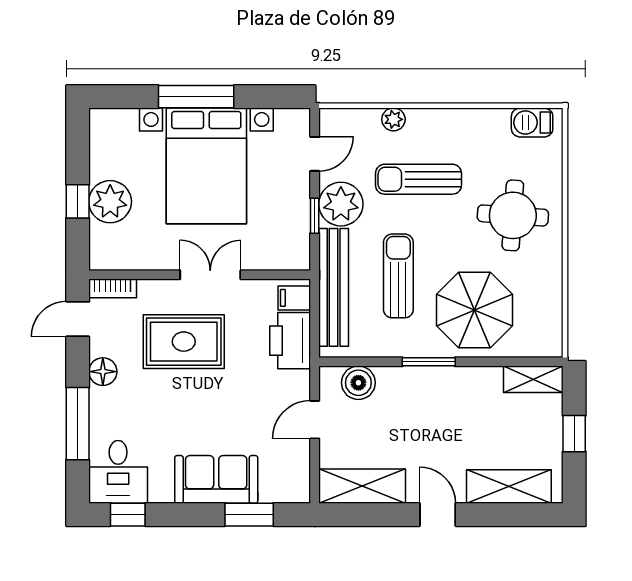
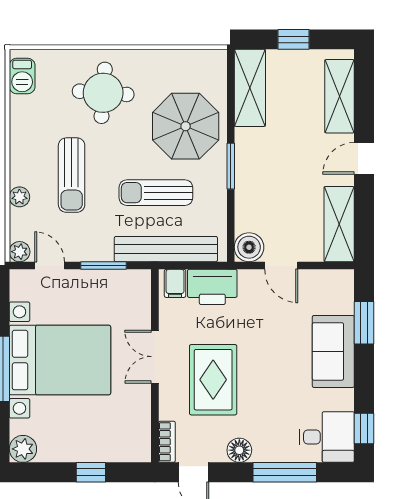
plant: (110, 202) -> (23, 449), moved, width x0.73, depth x0.73
plant: (341, 204) -> (20, 252), moved, width x0.53, depth x0.53
window: (315, 216) -> (104, 266), width x1.50
shelving: (533, 379) -> (250, 88), width x1.50, depth x1.33
boiler: (358, 383) -> (249, 247), moved

